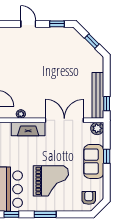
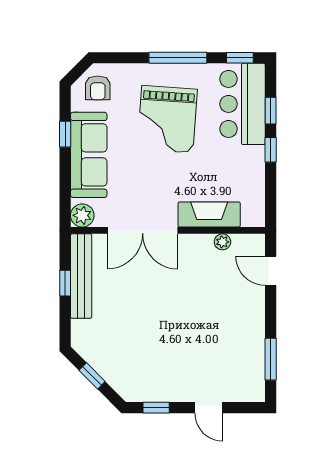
window: (107, 104) -> (65, 283), moved
window: (107, 156) -> (65, 134), moved
sofa: (94, 161) -> (89, 155), width x1.36
grand piano: (51, 181) -> (167, 119), turned -86
window: (45, 214) -> (178, 58), width x1.44

